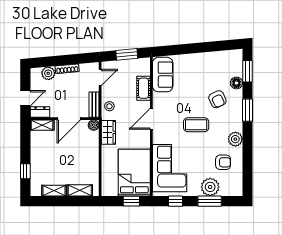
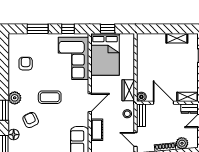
door: (100, 78) -> (136, 139), hinge flipped
door: (69, 119) -> (164, 103), hinge flipped
plant: (235, 139) -> (15, 98), moved
armchair: (223, 162) -> (26, 64), turned 90
plant: (210, 187) -> (37, 42), removed
shelving: (80, 190) -> (154, 39), removed

